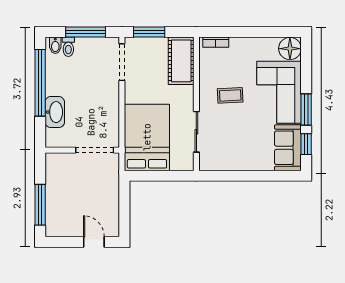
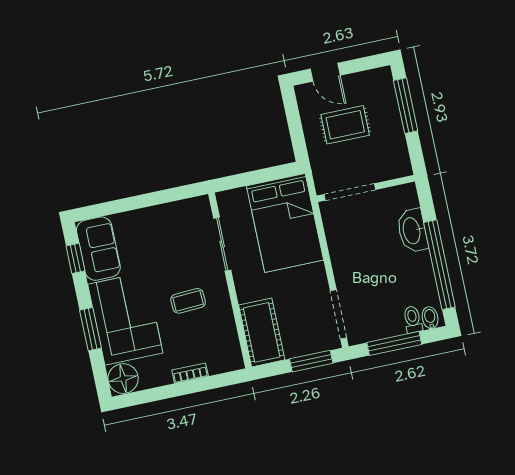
bookcase: (216, 42) -> (190, 373), moved
window: (306, 109) -> (91, 329), moved
rug: (87, 200) -> (345, 125), added

